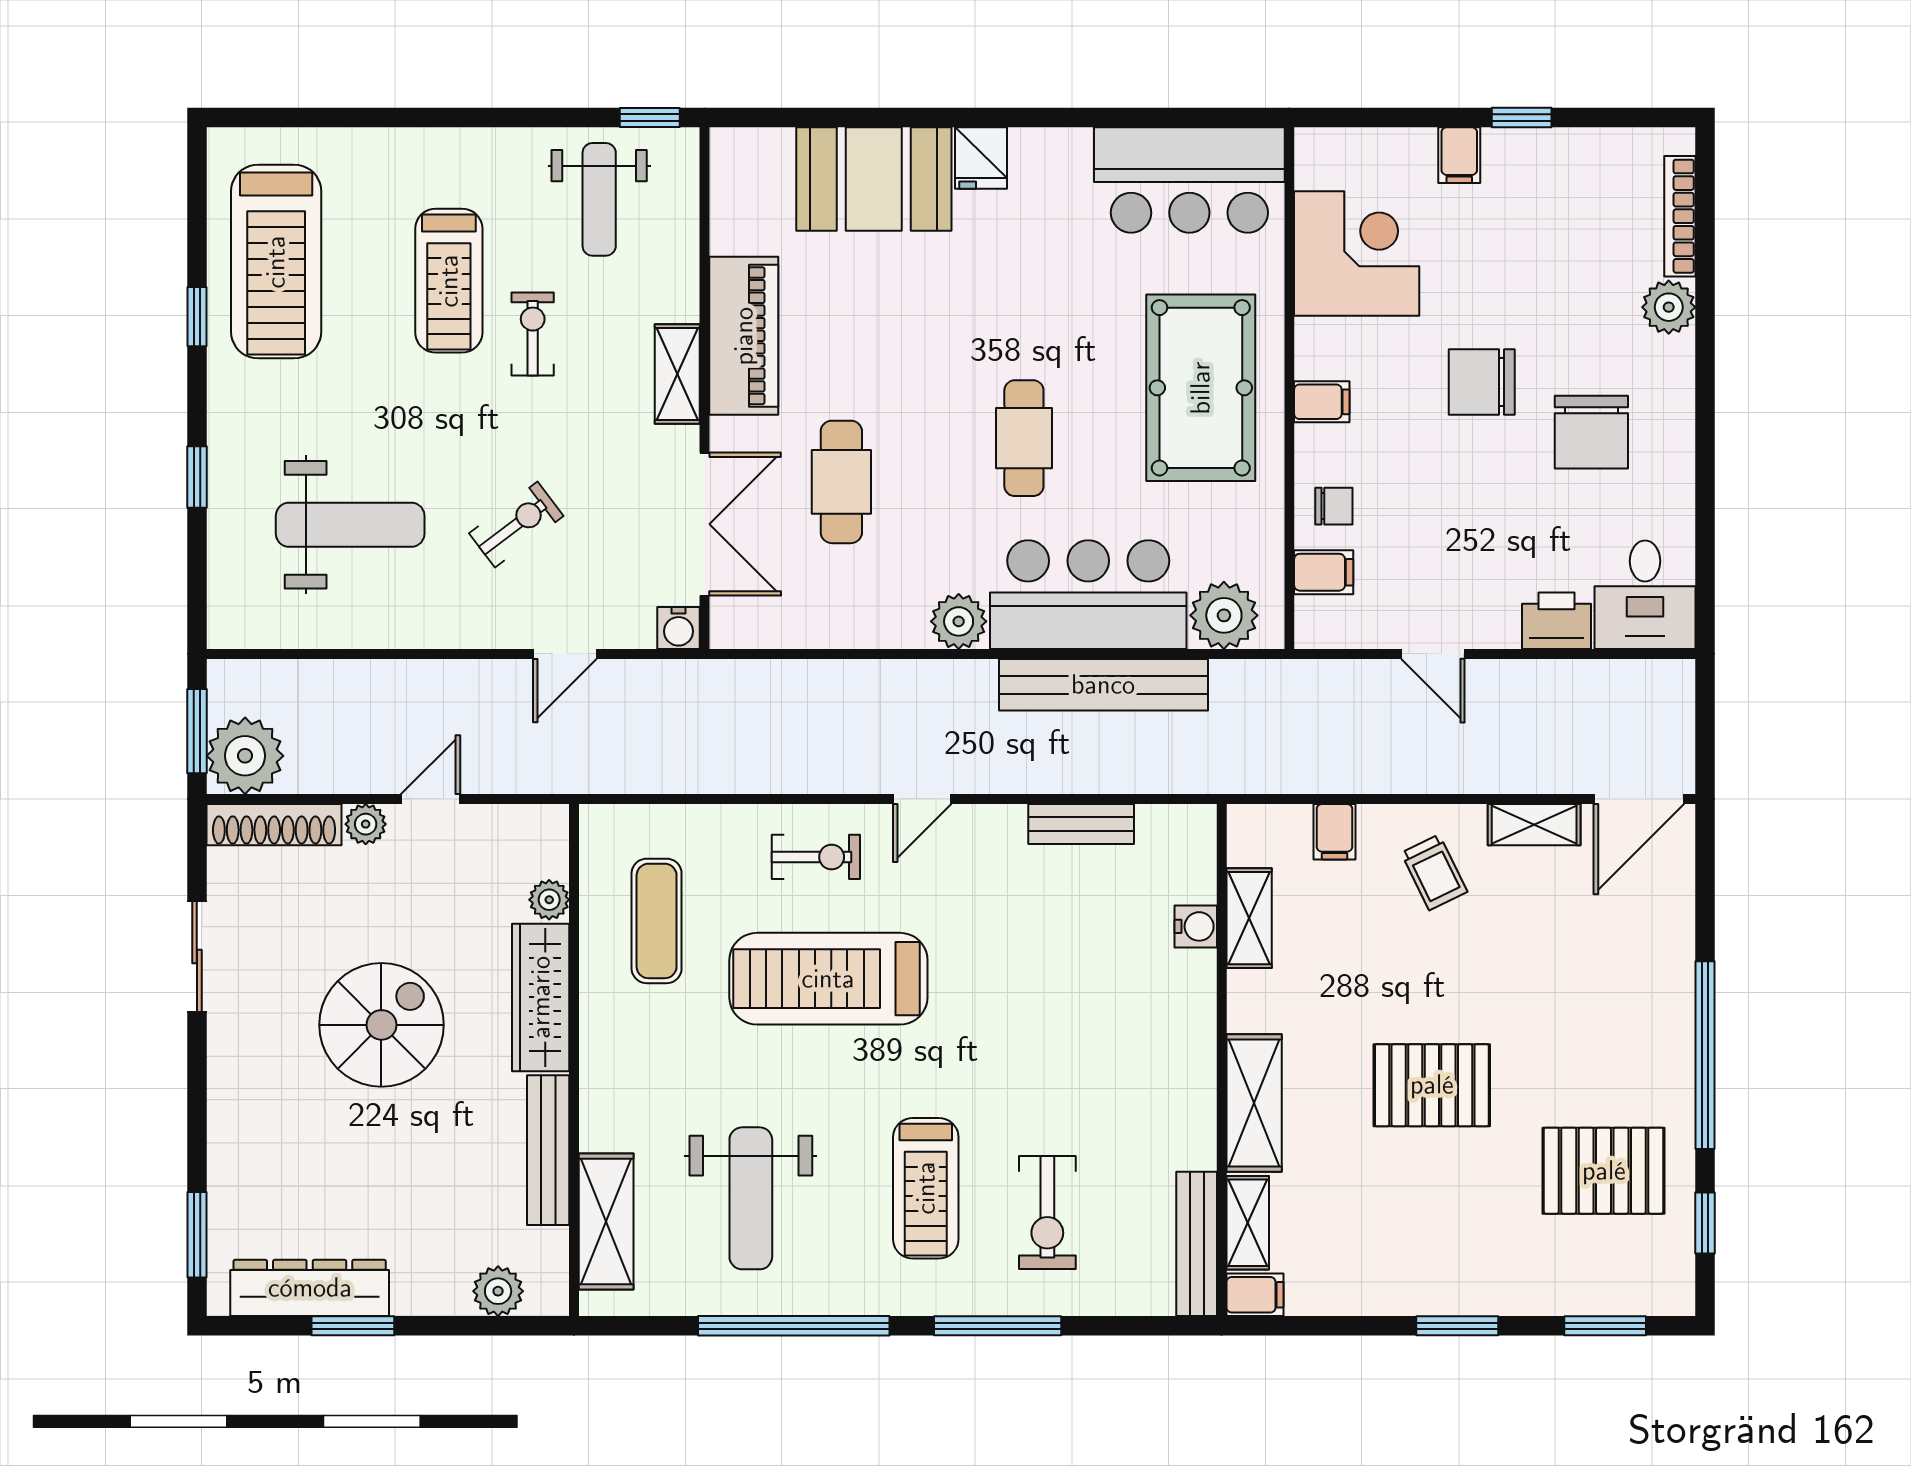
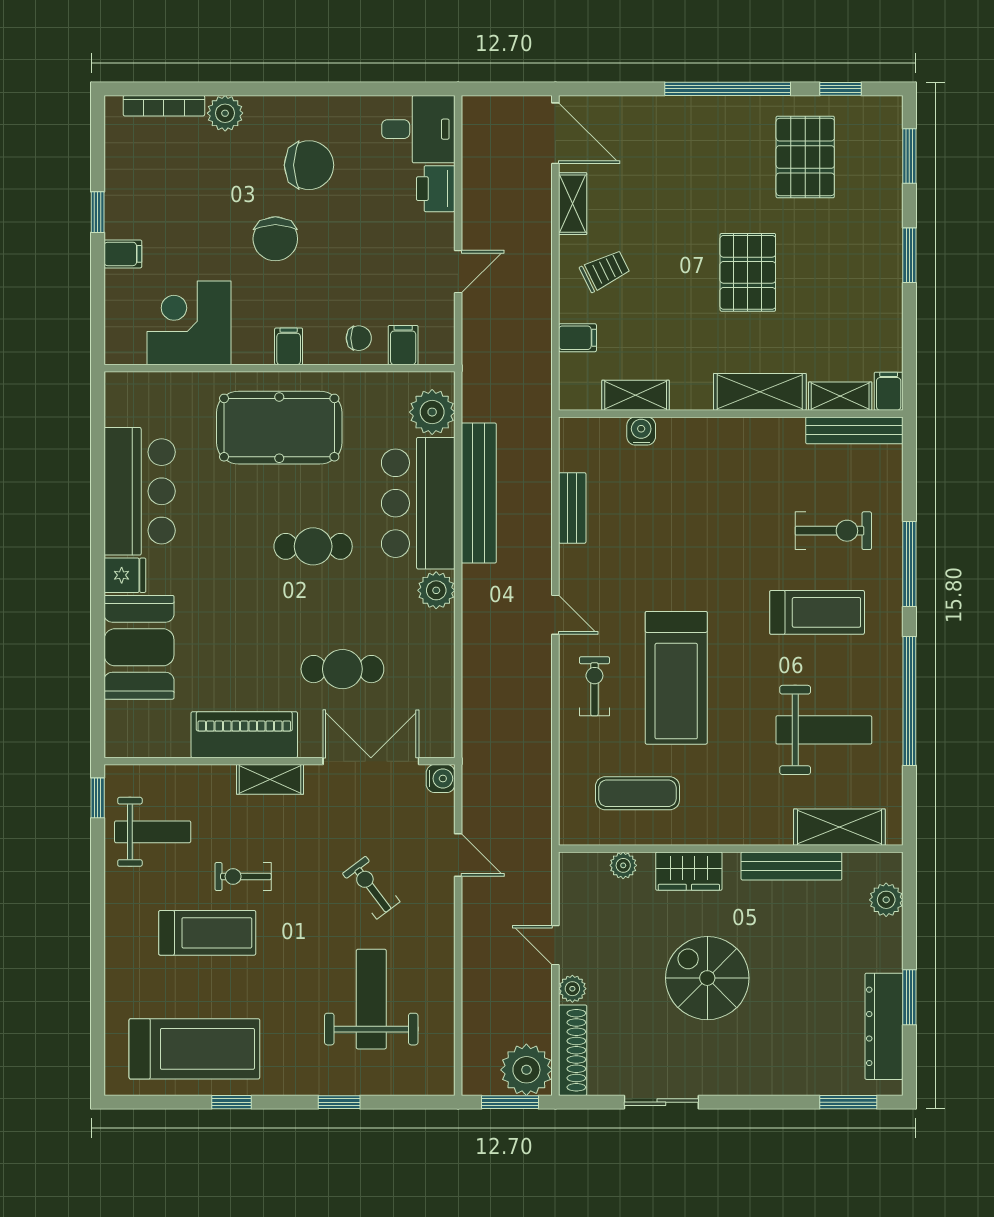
bar counter: (1189, 180) -> (140, 491), moved
chair: (1334, 506) -> (359, 338), turned 90
wardrobe: (541, 997) -> (689, 871), width x0.67

